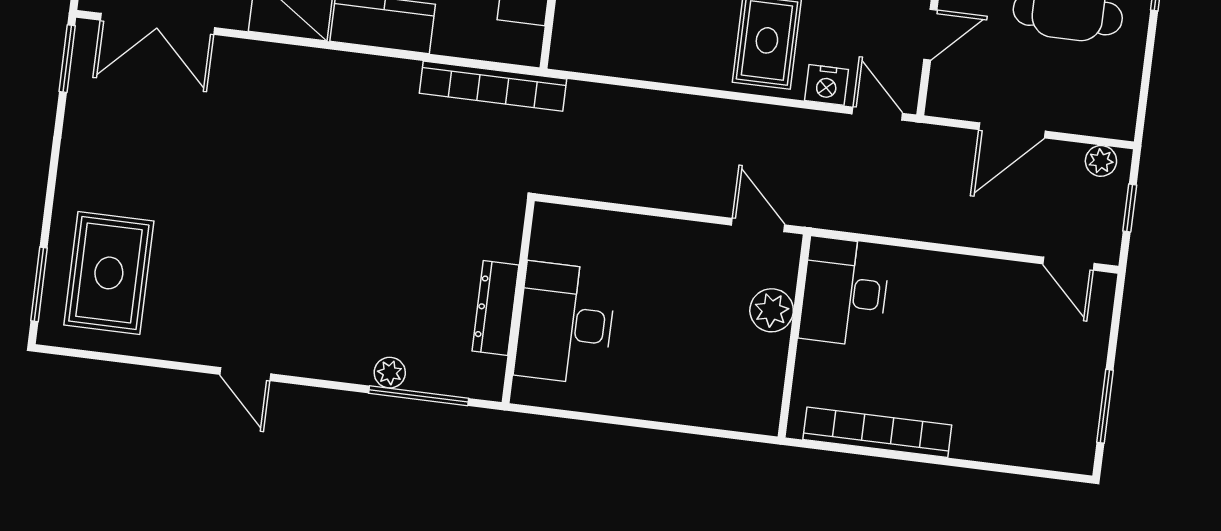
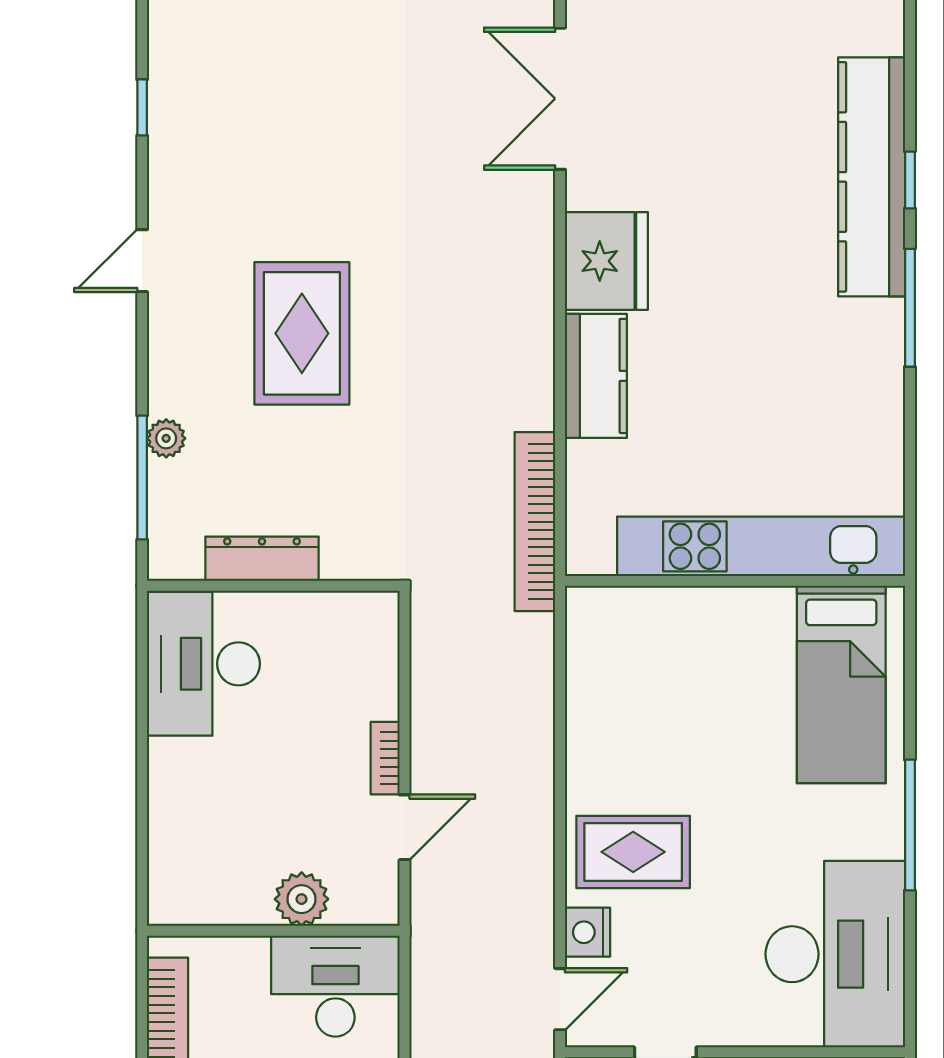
door: (758, 225) -> (405, 827), moved
bookcase: (667, 229) -> (385, 758), added
rug: (109, 273) -> (302, 333), moved, turned 90
desk: (565, 323) -> (203, 664), moved, turned -90
window: (123, 359) -> (142, 107), added

